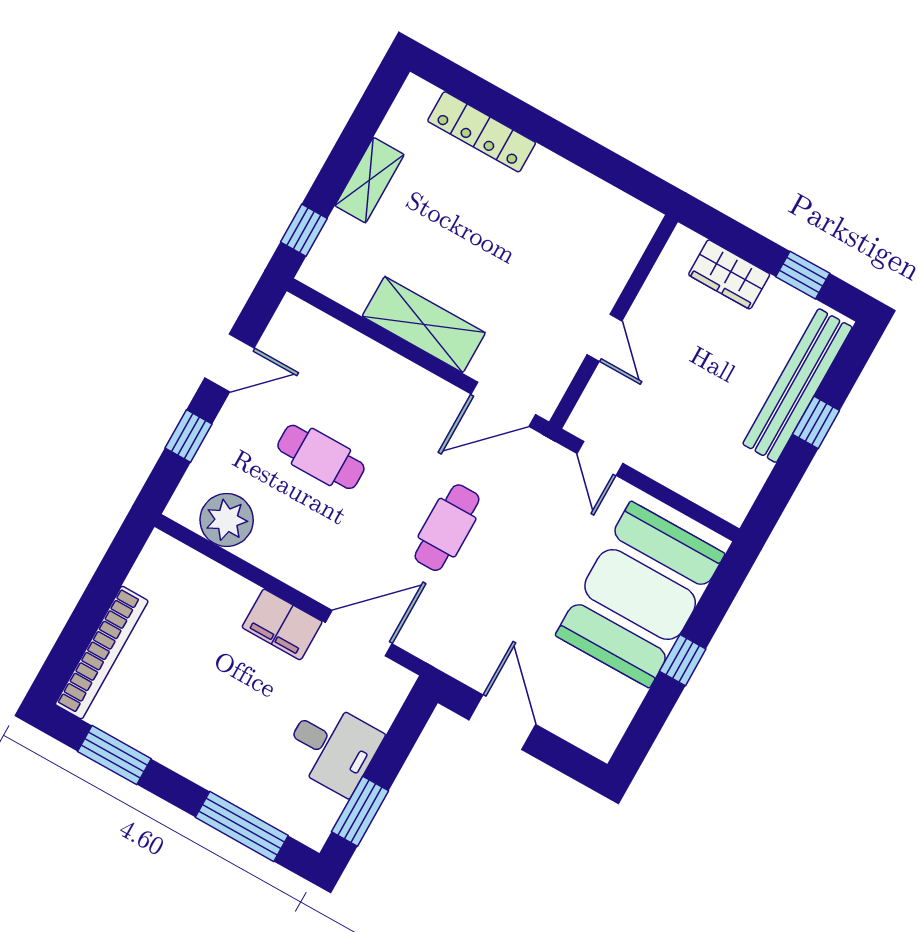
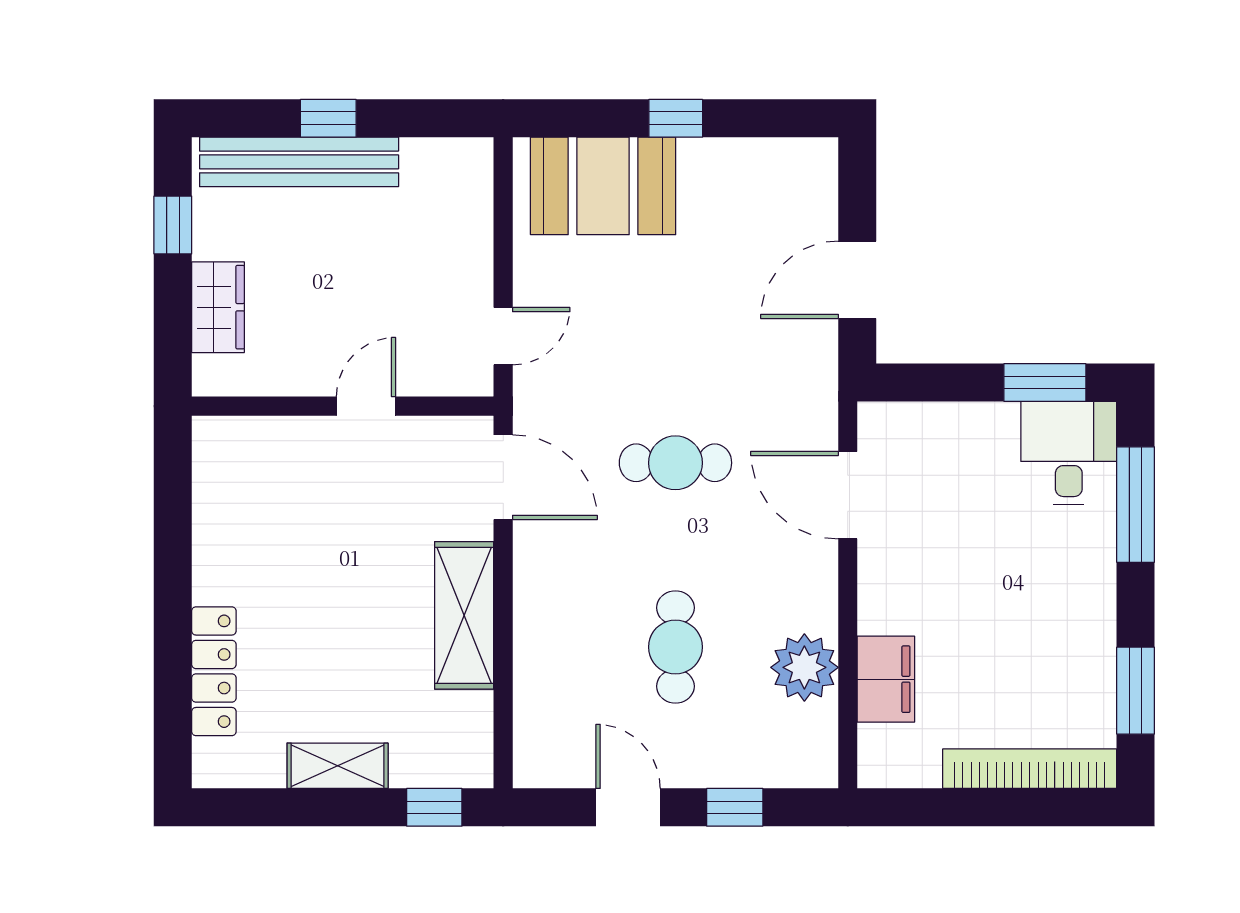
plant: (227, 520) -> (804, 667), moved
booth: (640, 594) -> (603, 186), width x0.73, depth x0.70
filing cabinet: (282, 624) -> (886, 679), moved
desk: (332, 747) -> (1069, 453), moved

